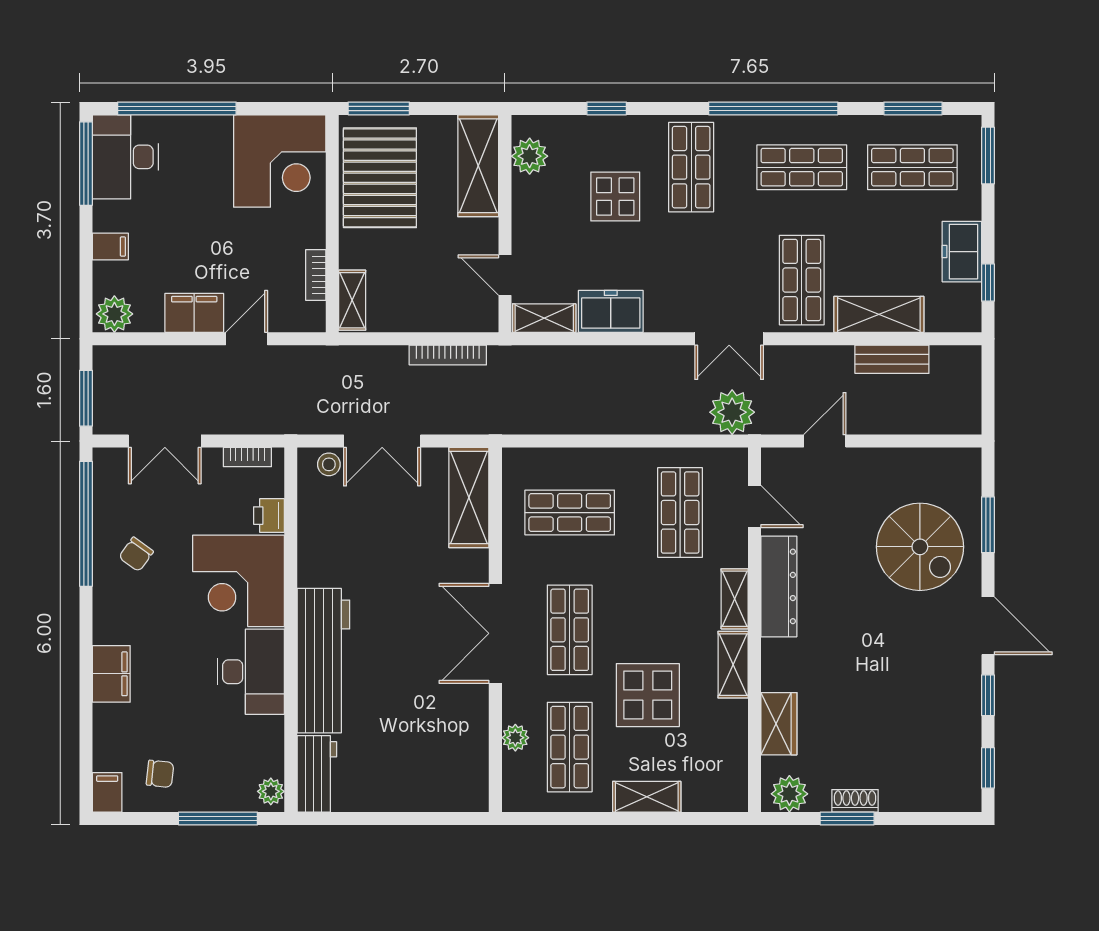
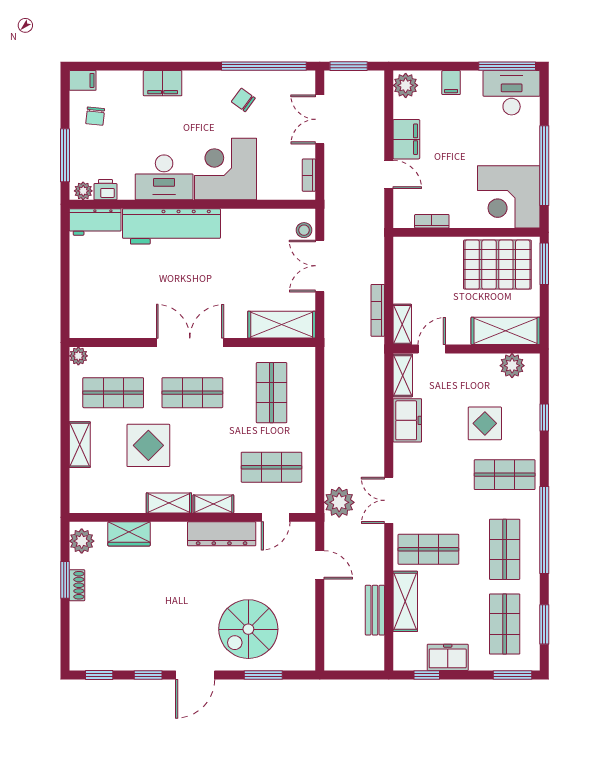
window: (177, 108) -> (544, 166), moved
shelving: (352, 300) -> (402, 324), moved, turned 90
printer: (269, 516) -> (105, 190), moved
plant: (515, 738) -> (78, 356), moved

